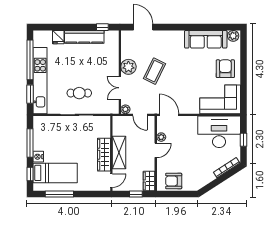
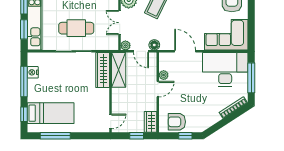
cafe table: (79, 93) -> (76, 28), width x1.37, depth x1.35
floor lamp: (152, 109) -> (154, 45), added
door: (169, 115) -> (185, 51), moved
window: (243, 140) -> (251, 78), width x2.17
shelving: (119, 152) -> (119, 70), moved
wardrobe: (104, 155) -> (103, 70), moved
nightstand: (38, 157) -> (33, 72), moved
window: (182, 194) -> (185, 136), added

